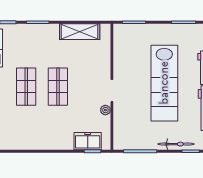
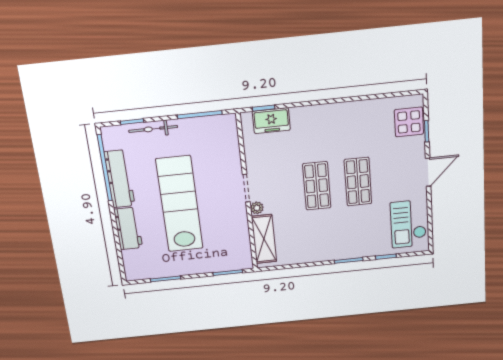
shelving: (80, 32) -> (264, 239), moved, turned 90
plant: (105, 110) -> (257, 208), moved

